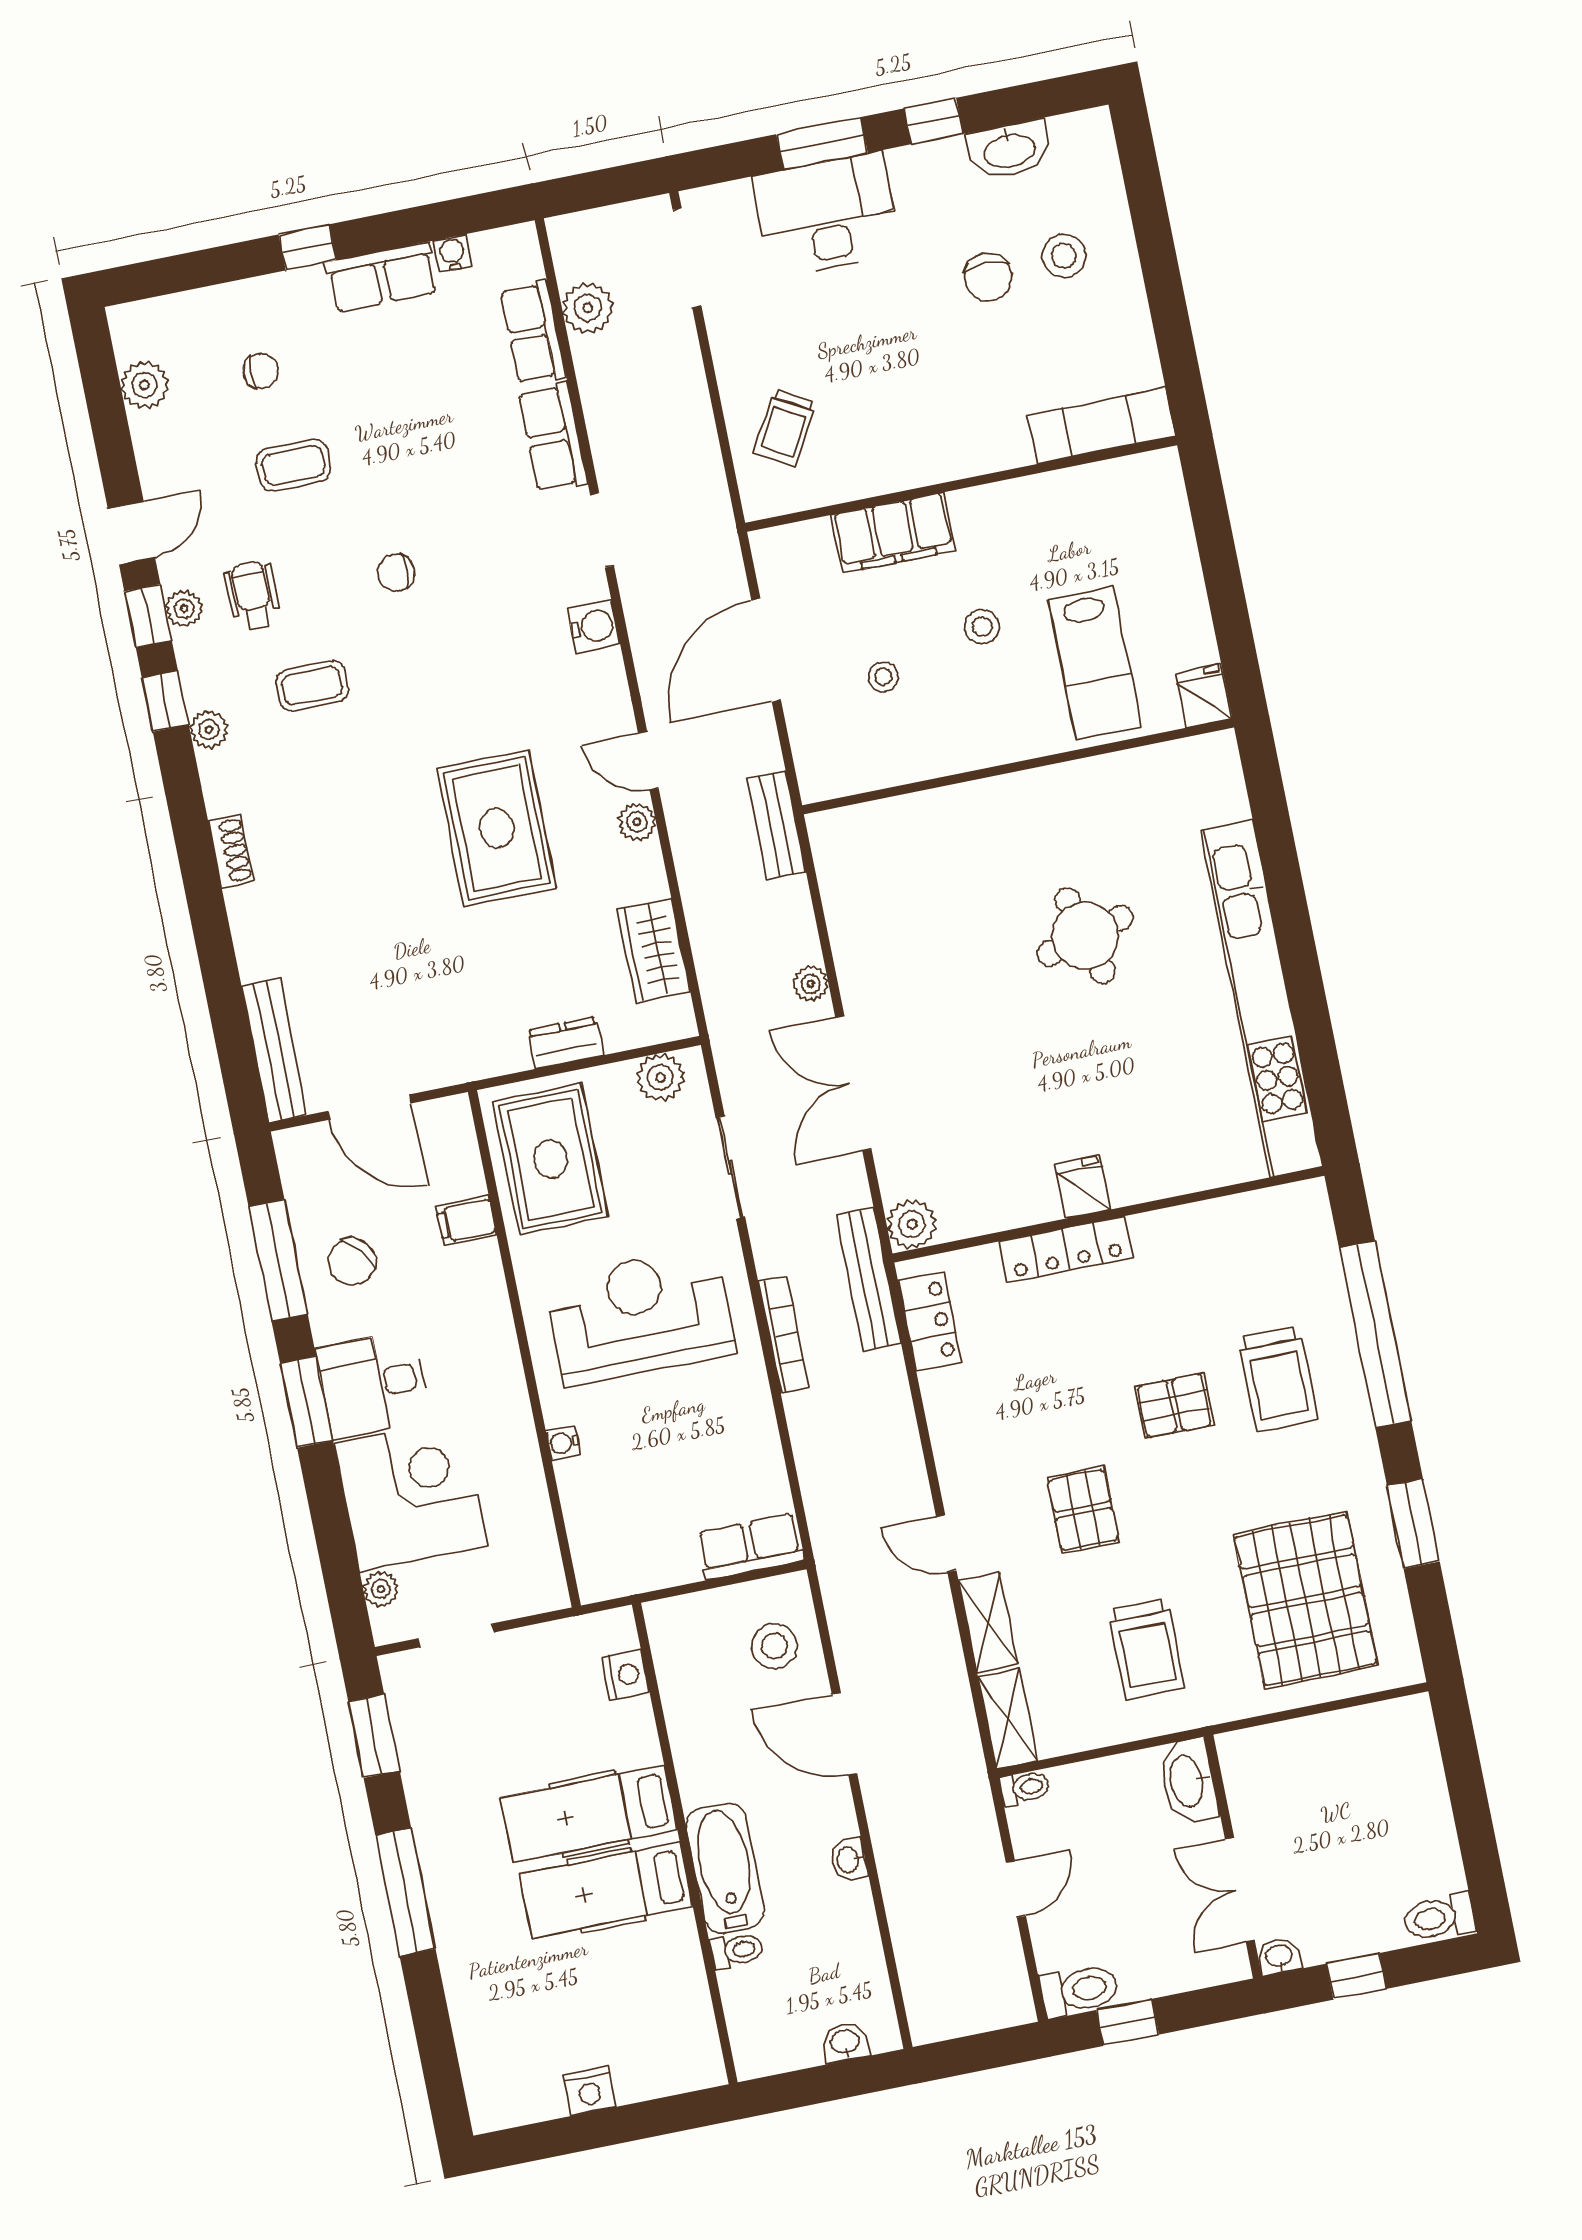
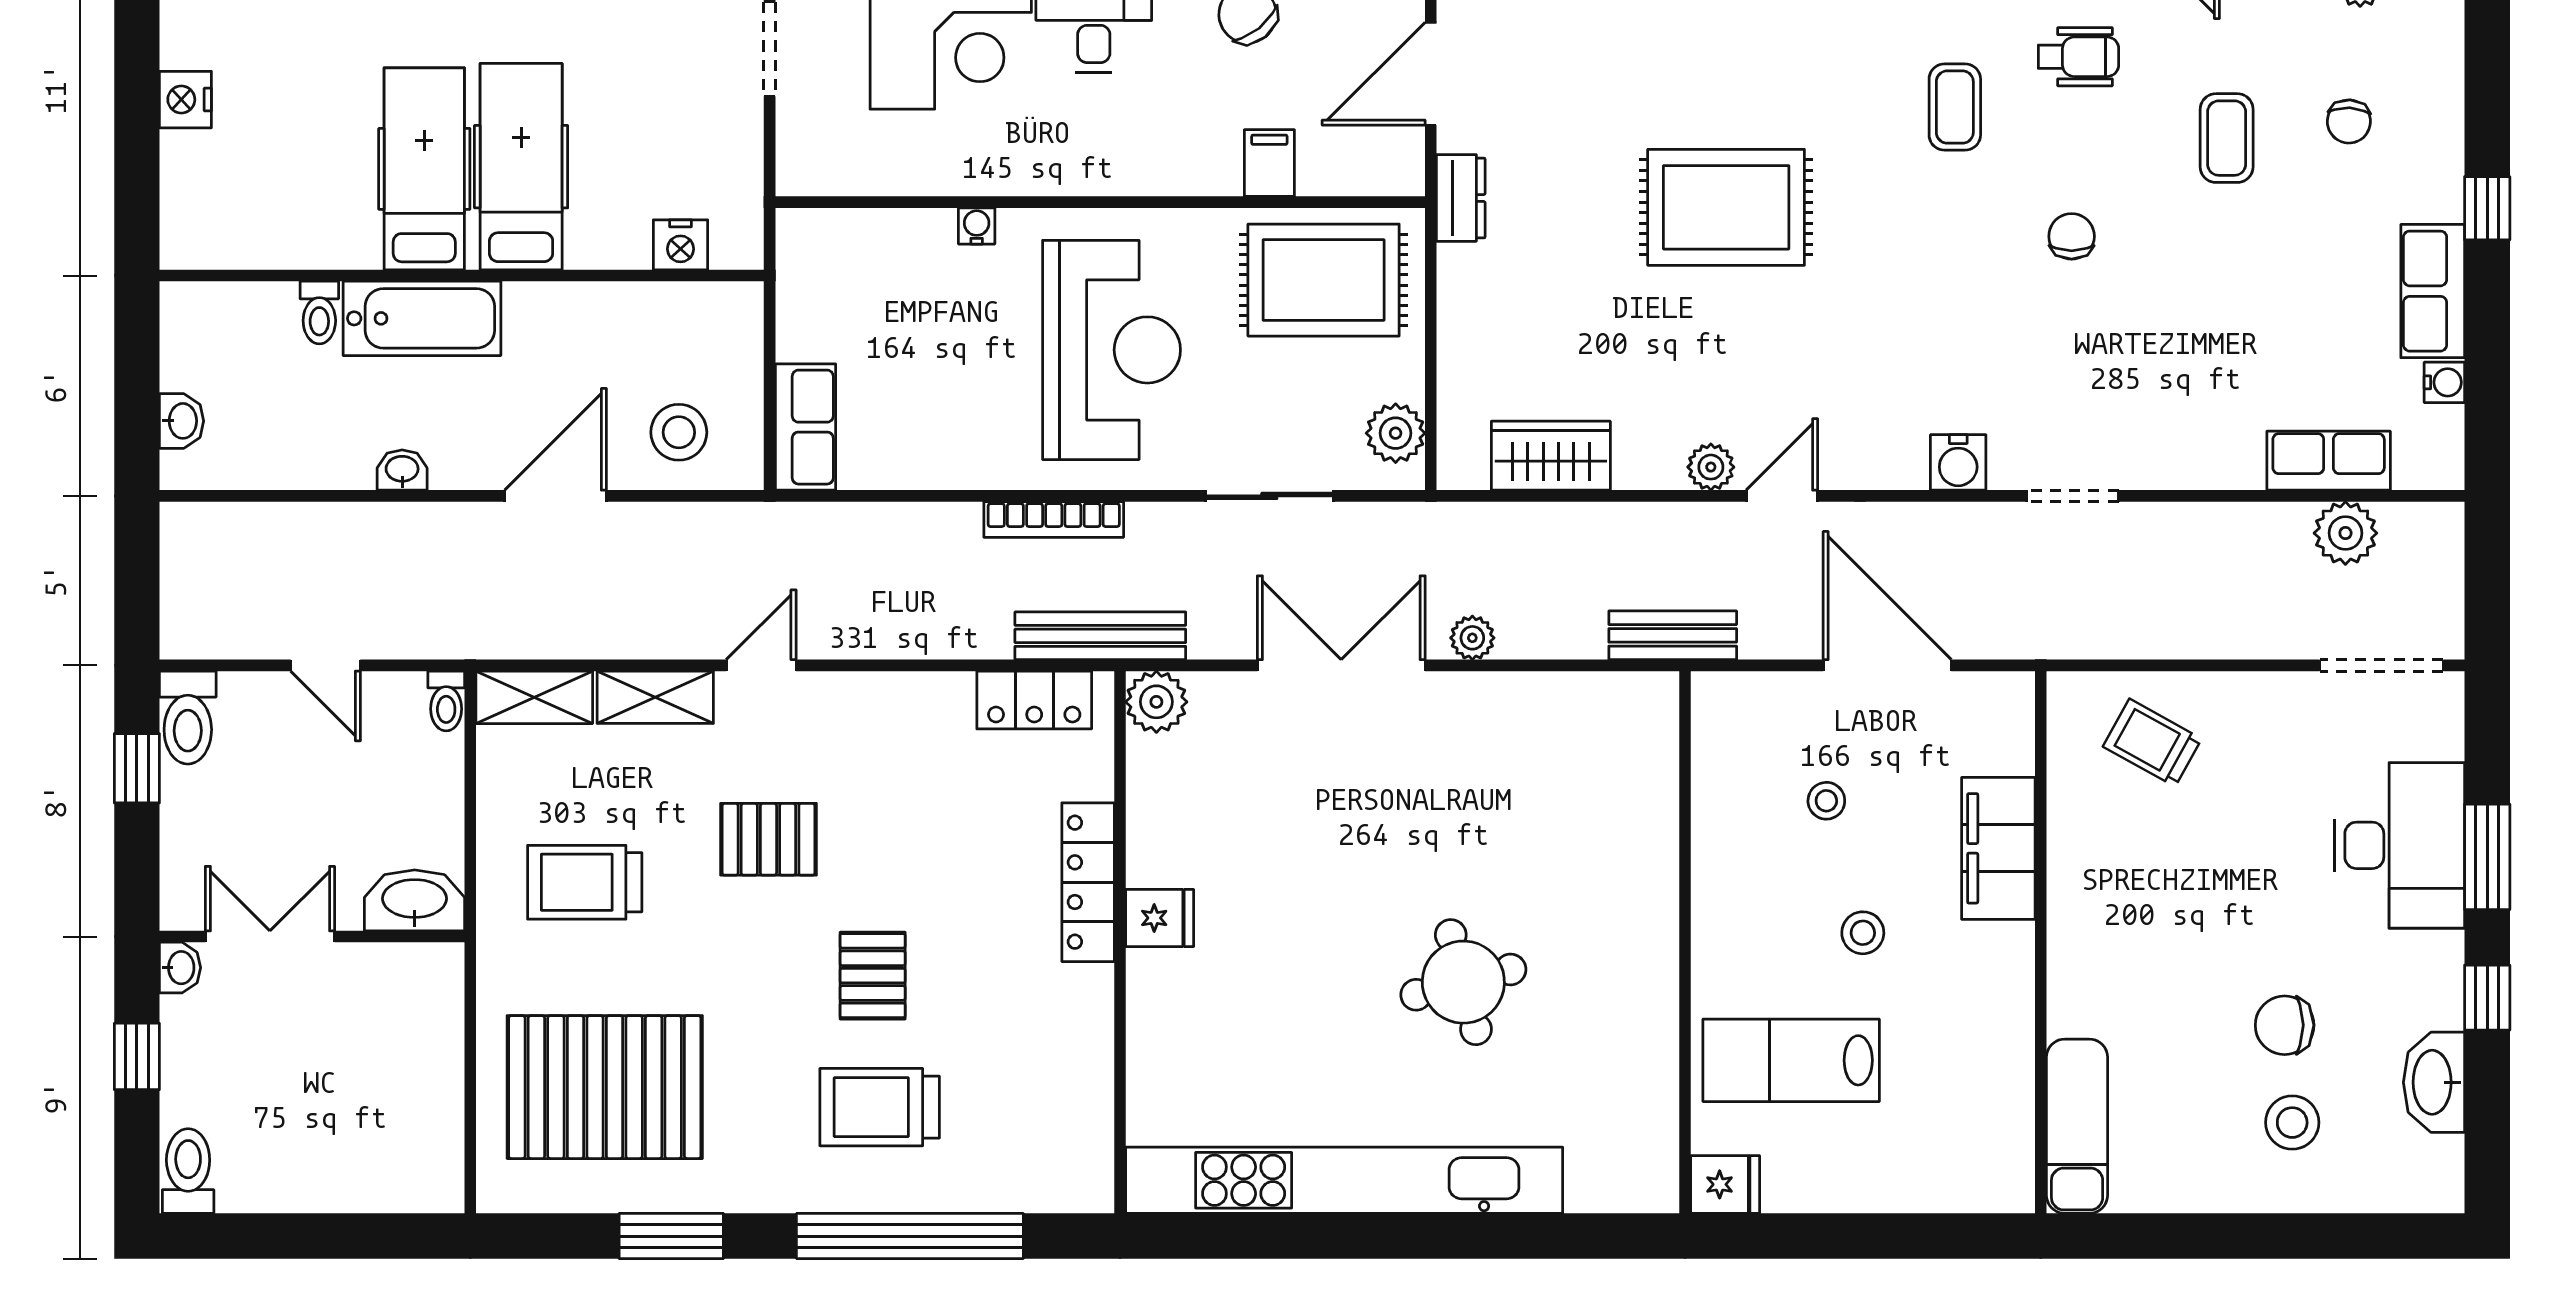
row of seats: (553, 437) -> (2197, 459), removed
rug: (497, 828) -> (1726, 207), moved
dresser: (566, 1043) -> (1461, 198), moved

